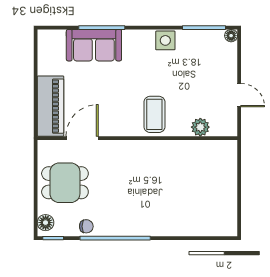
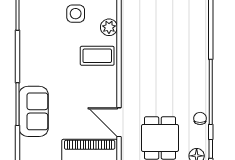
side table: (165, 40) -> (76, 14), moved
plant: (200, 127) -> (109, 27), moved

